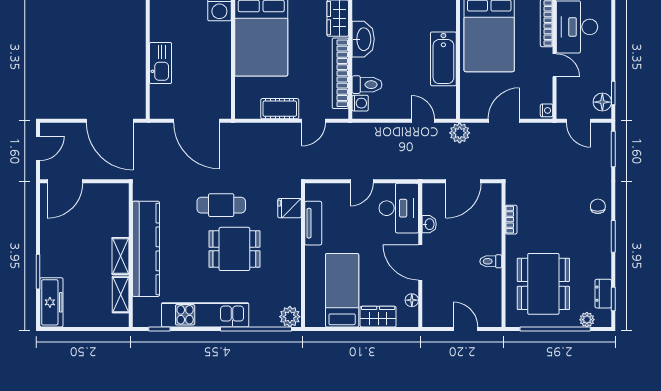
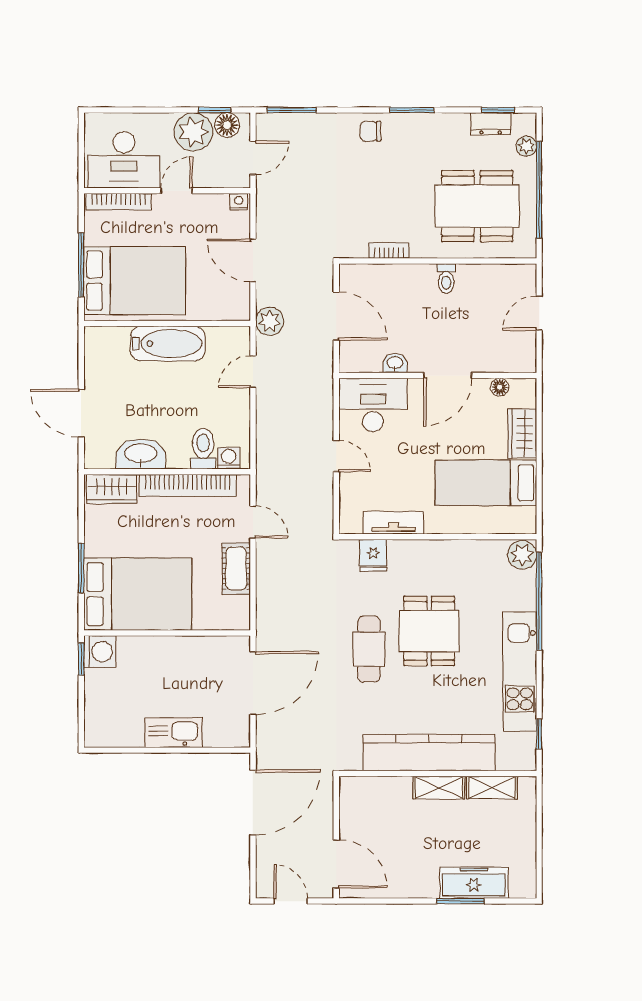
plant: (597, 78) -> (193, 132), added
freezer: (51, 302) -> (474, 883), moved

